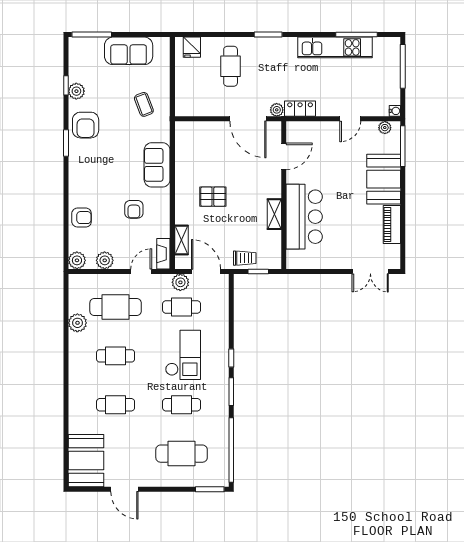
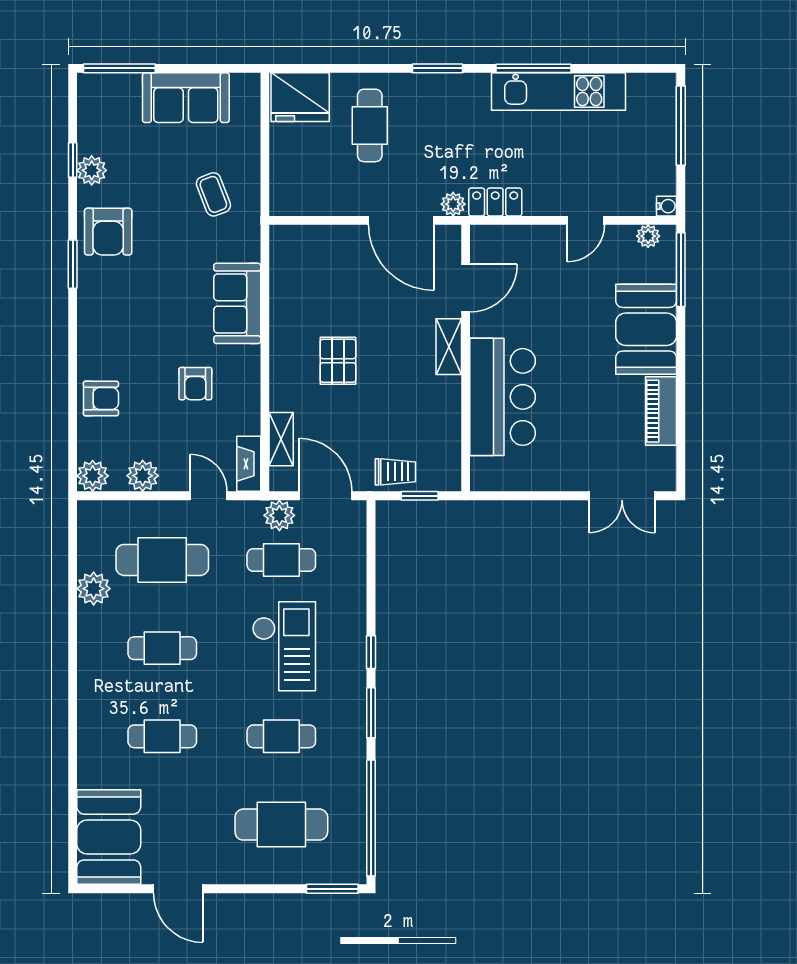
window: (356, 35) -> (534, 68), moved
fridge: (192, 47) -> (300, 97), width x1.88, depth x1.34
pallet: (213, 197) -> (338, 361), turned 90
shelving: (274, 214) -> (449, 347), moved
door: (141, 271) -> (209, 496), hinge flipped

